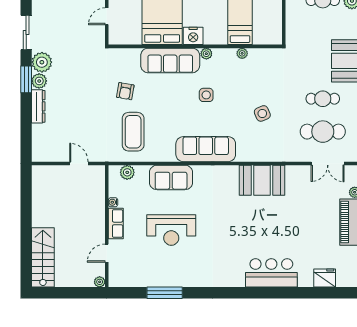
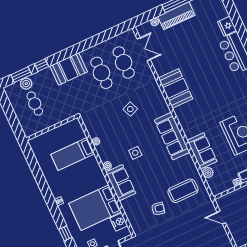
nightstand: (193, 36) -> (119, 222), moved
sofa: (170, 60) -> (121, 183), width x0.73
cafe table: (323, 99) -> (101, 73), width x1.37, depth x1.35
door: (79, 163) -> (221, 218), hinge flipped
plant: (127, 172) -> (208, 173), moved
fridge: (325, 278) -> (227, 26), moved

